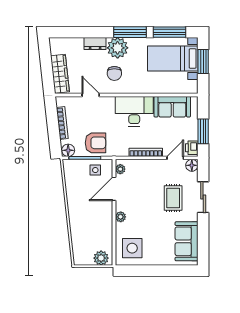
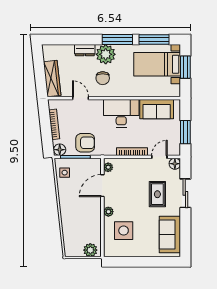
printer: (192, 148) -> (175, 147), removed
side table: (95, 170) -> (65, 173), moved
side table: (132, 248) -> (124, 231), moved

